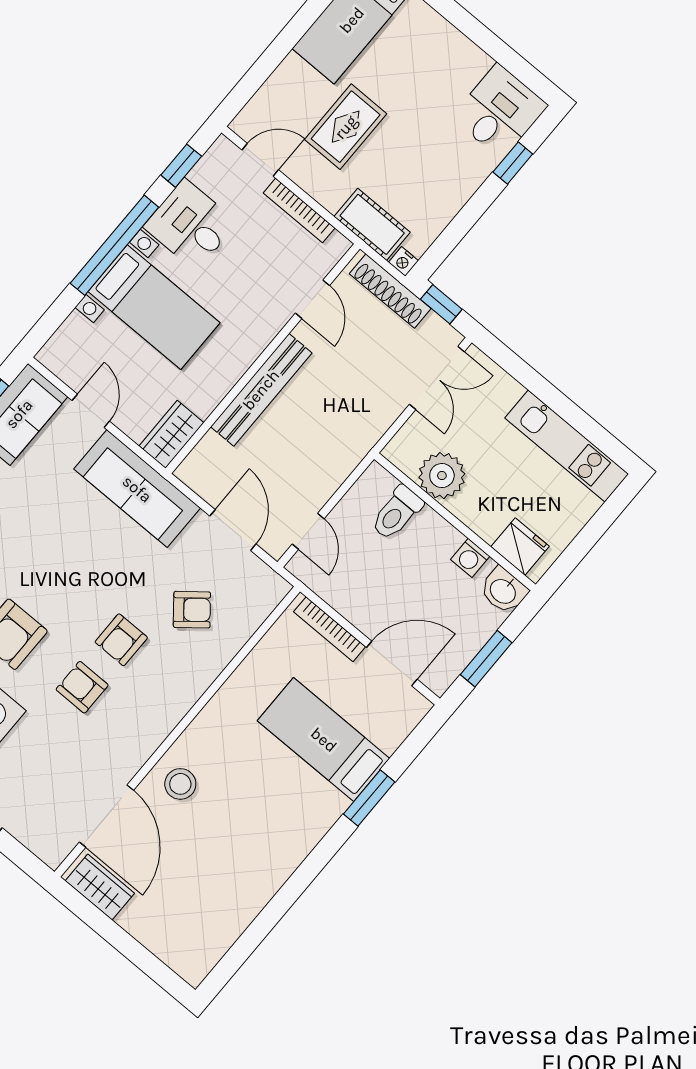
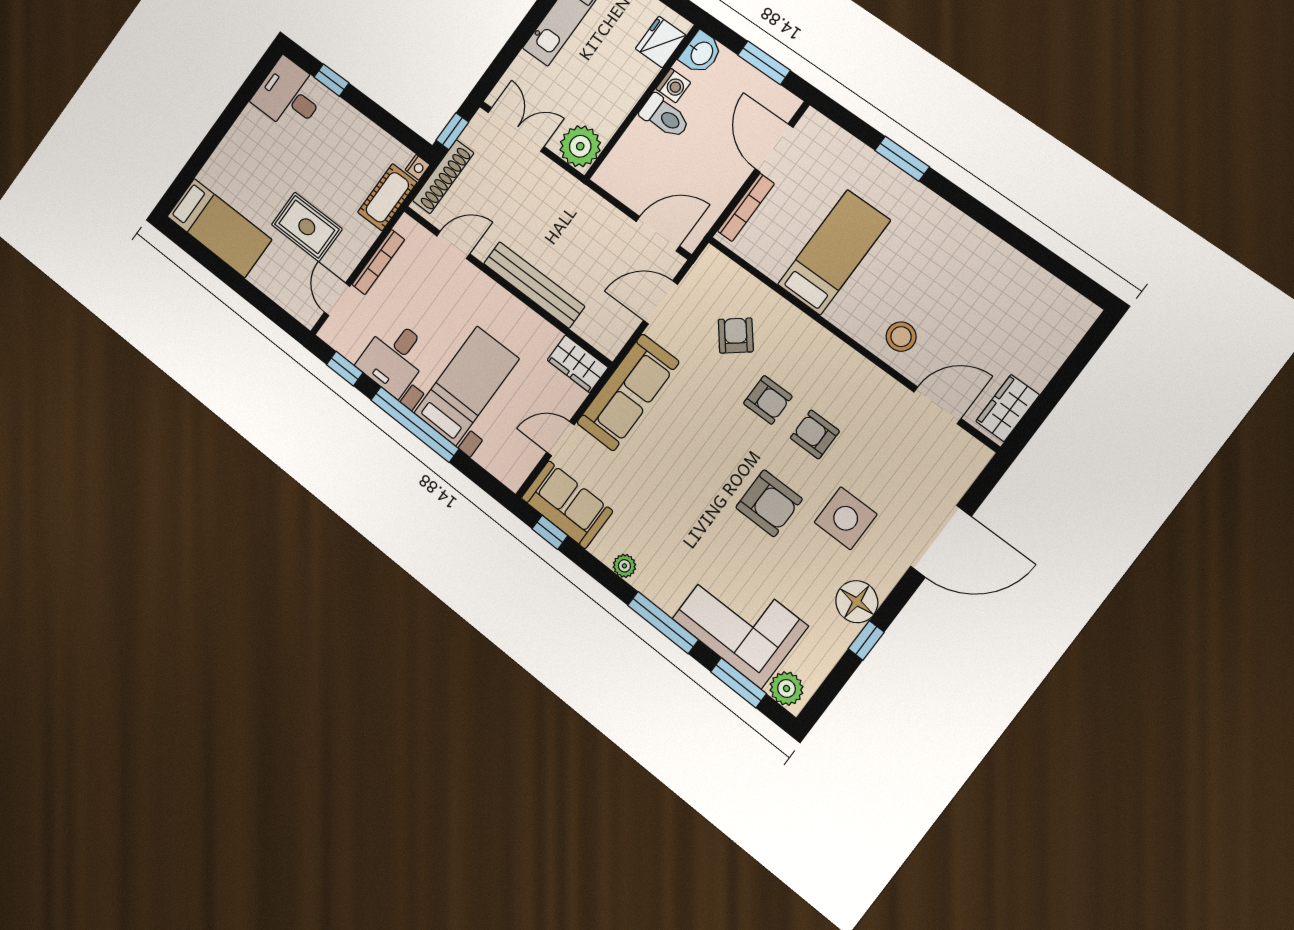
plant: (442, 476) -> (580, 146), moved
toilet: (397, 513) -> (665, 116), moved
door: (308, 531) -> (658, 234), width x1.38
armchair: (82, 687) -> (815, 434), turned 90
bed: (324, 740) -> (834, 252), moved, turned 180
door: (106, 816) -> (937, 405), width x0.73

